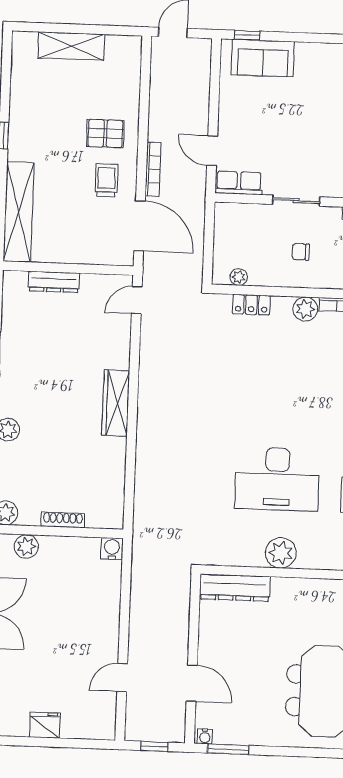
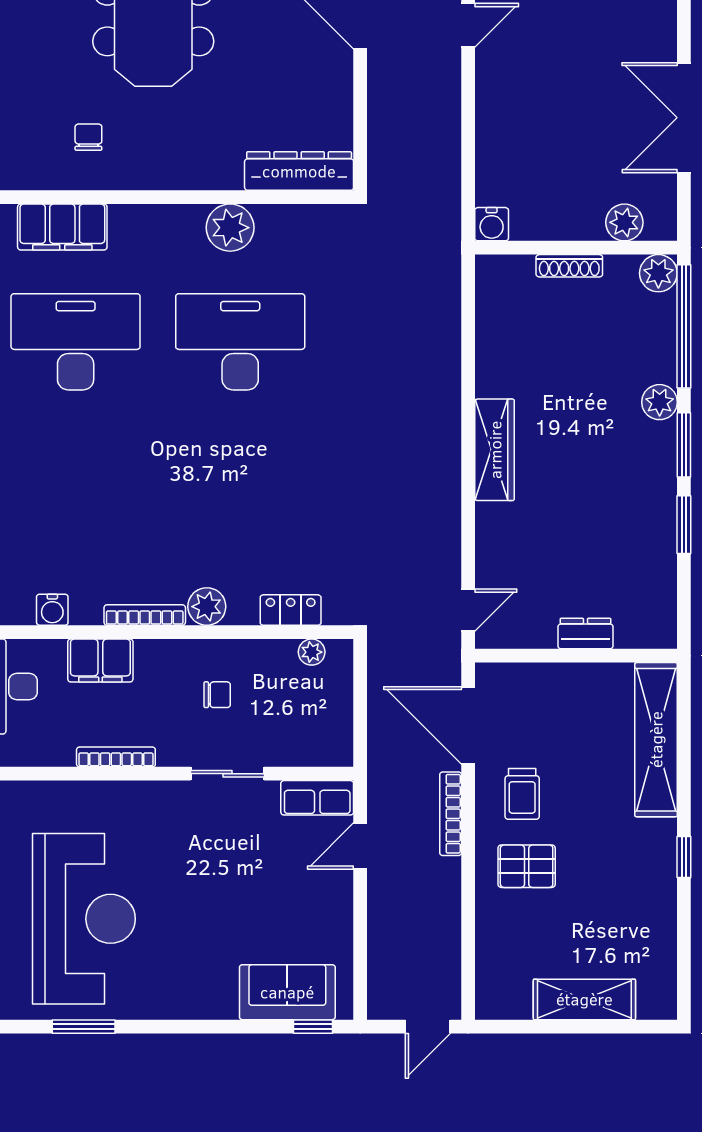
door: (212, 151) -> (360, 846), swing flipped
dresser: (54, 282) -> (585, 634), width x0.70

